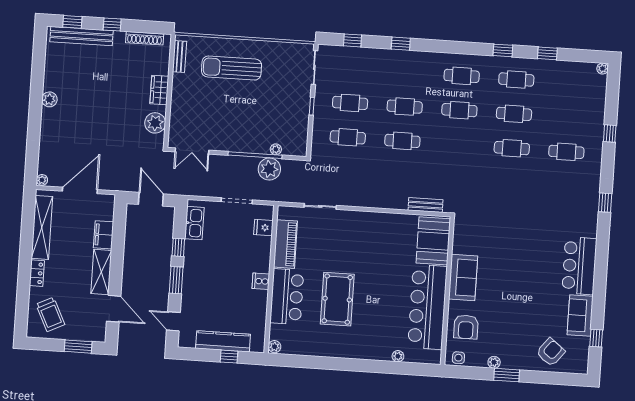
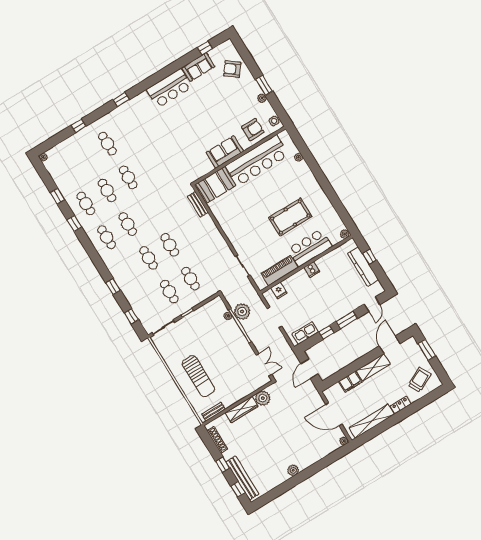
wardrobe: (159, 90) -> (242, 409), width x1.50

